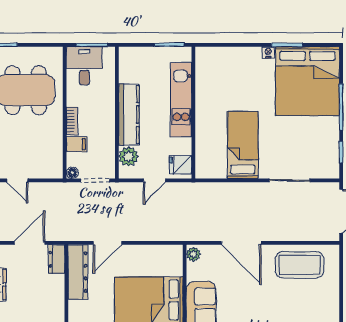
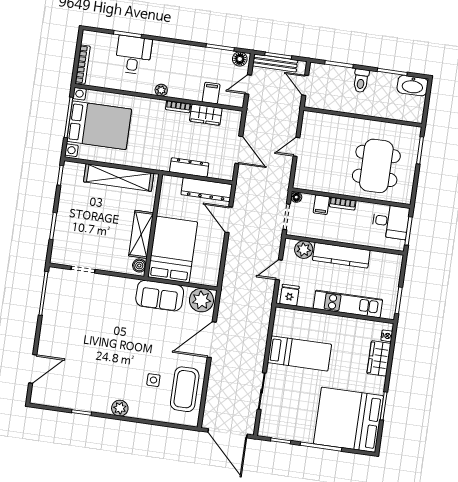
nightstand: (268, 52) -> (387, 336), moved
wardrobe: (236, 57) -> (379, 358), added
door: (155, 180) -> (279, 270), hinge flipped
plant: (193, 254) -> (201, 300), width x1.88, depth x1.88
dresser: (57, 259) -> (189, 167), moved, width x1.44
side table: (294, 300) -> (153, 380), added

